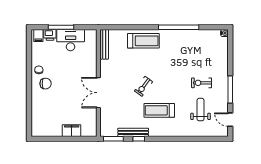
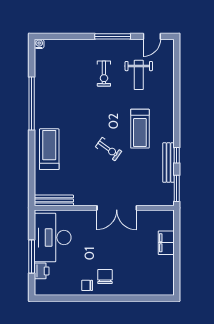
filing cabinet: (38, 35) -> (42, 286), removed
desk: (71, 40) -> (53, 238), width x1.36, depth x1.30
weight bench: (201, 110) -> (139, 75), turned -90

